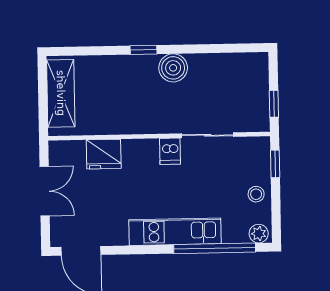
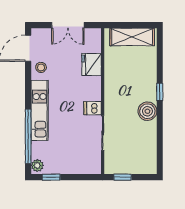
window: (275, 164) -> (51, 177), moved
stool: (256, 194) -> (41, 67), moved

